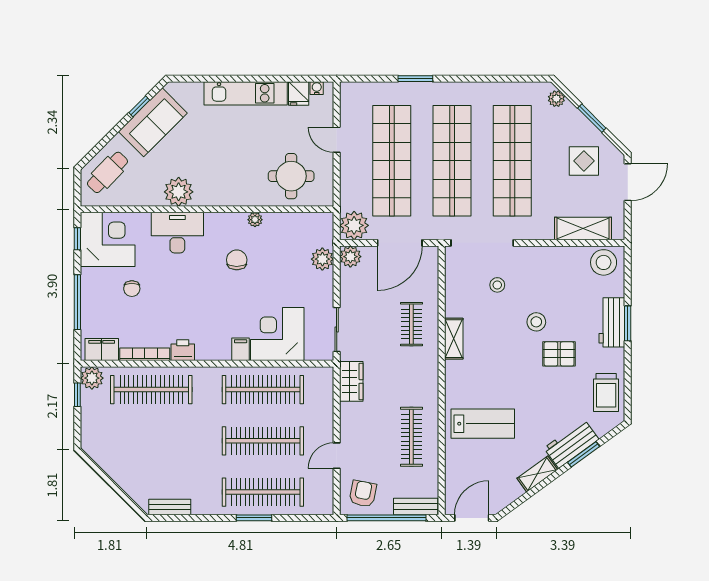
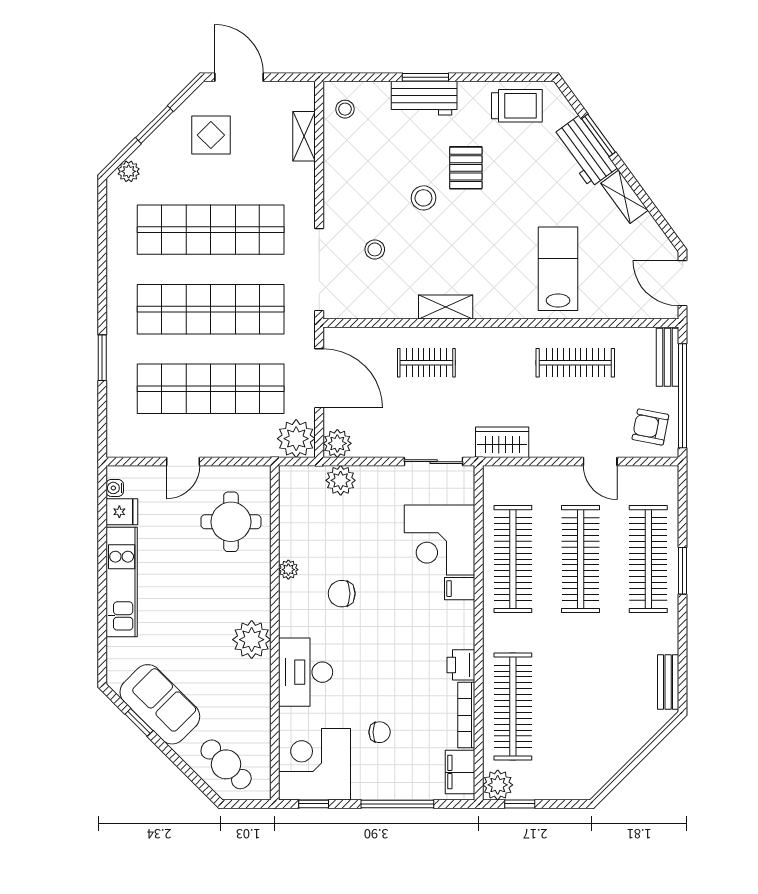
plant: (179, 192) -> (252, 640), moved
shelving: (583, 229) -> (304, 136), width x0.67, depth x0.75
stool: (604, 262) -> (345, 109), width x0.53, depth x0.53

